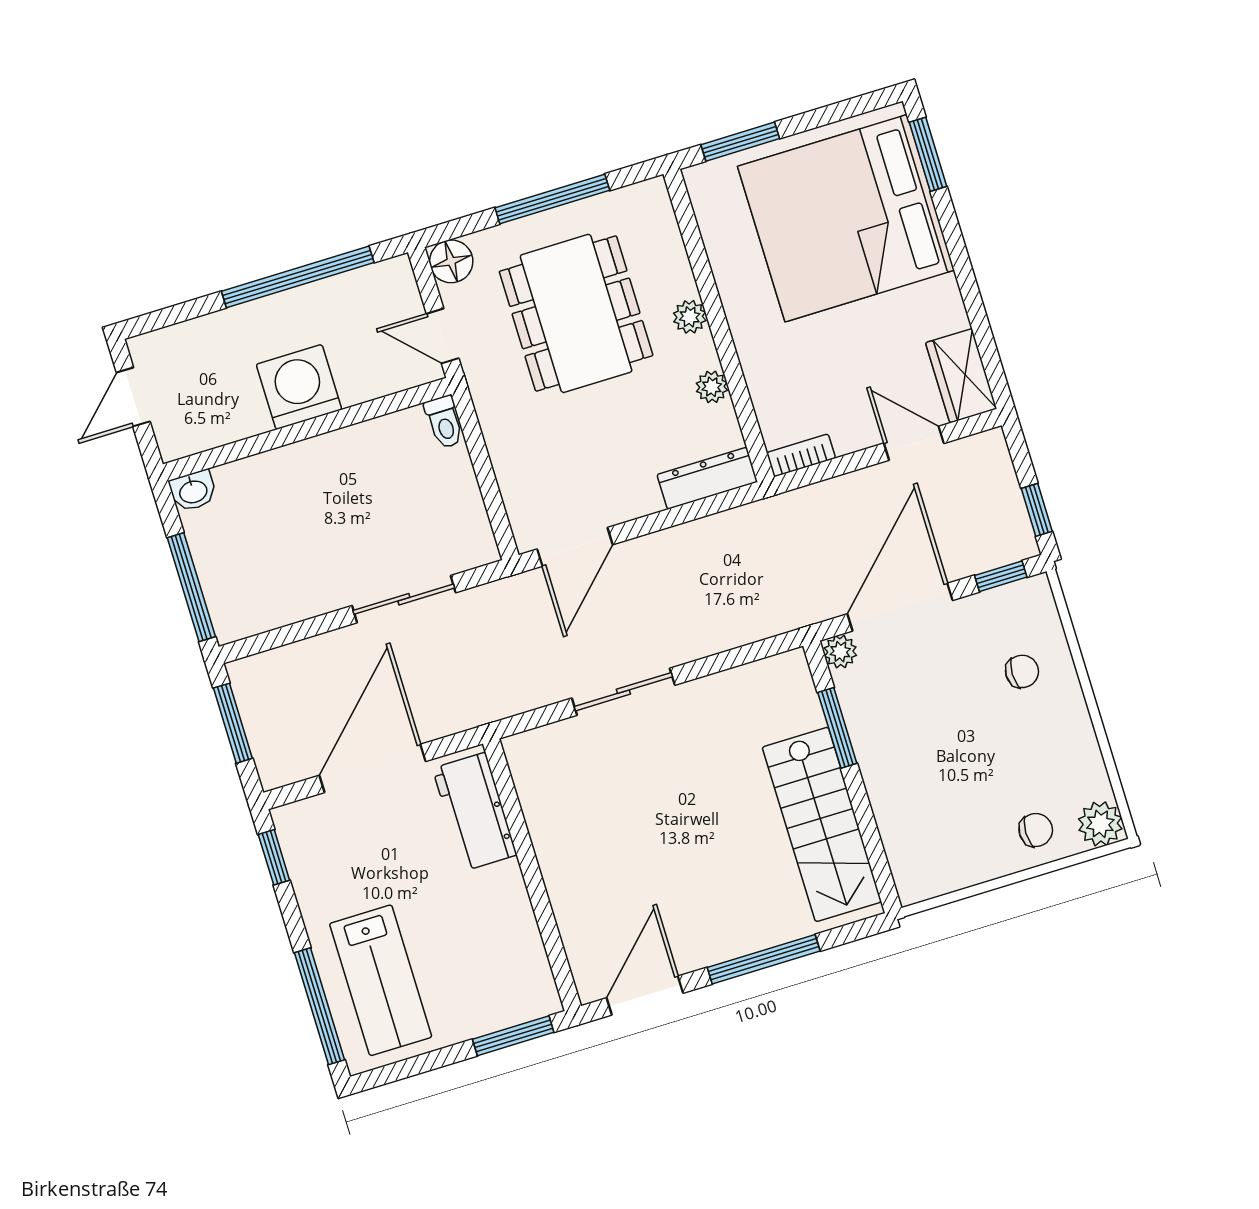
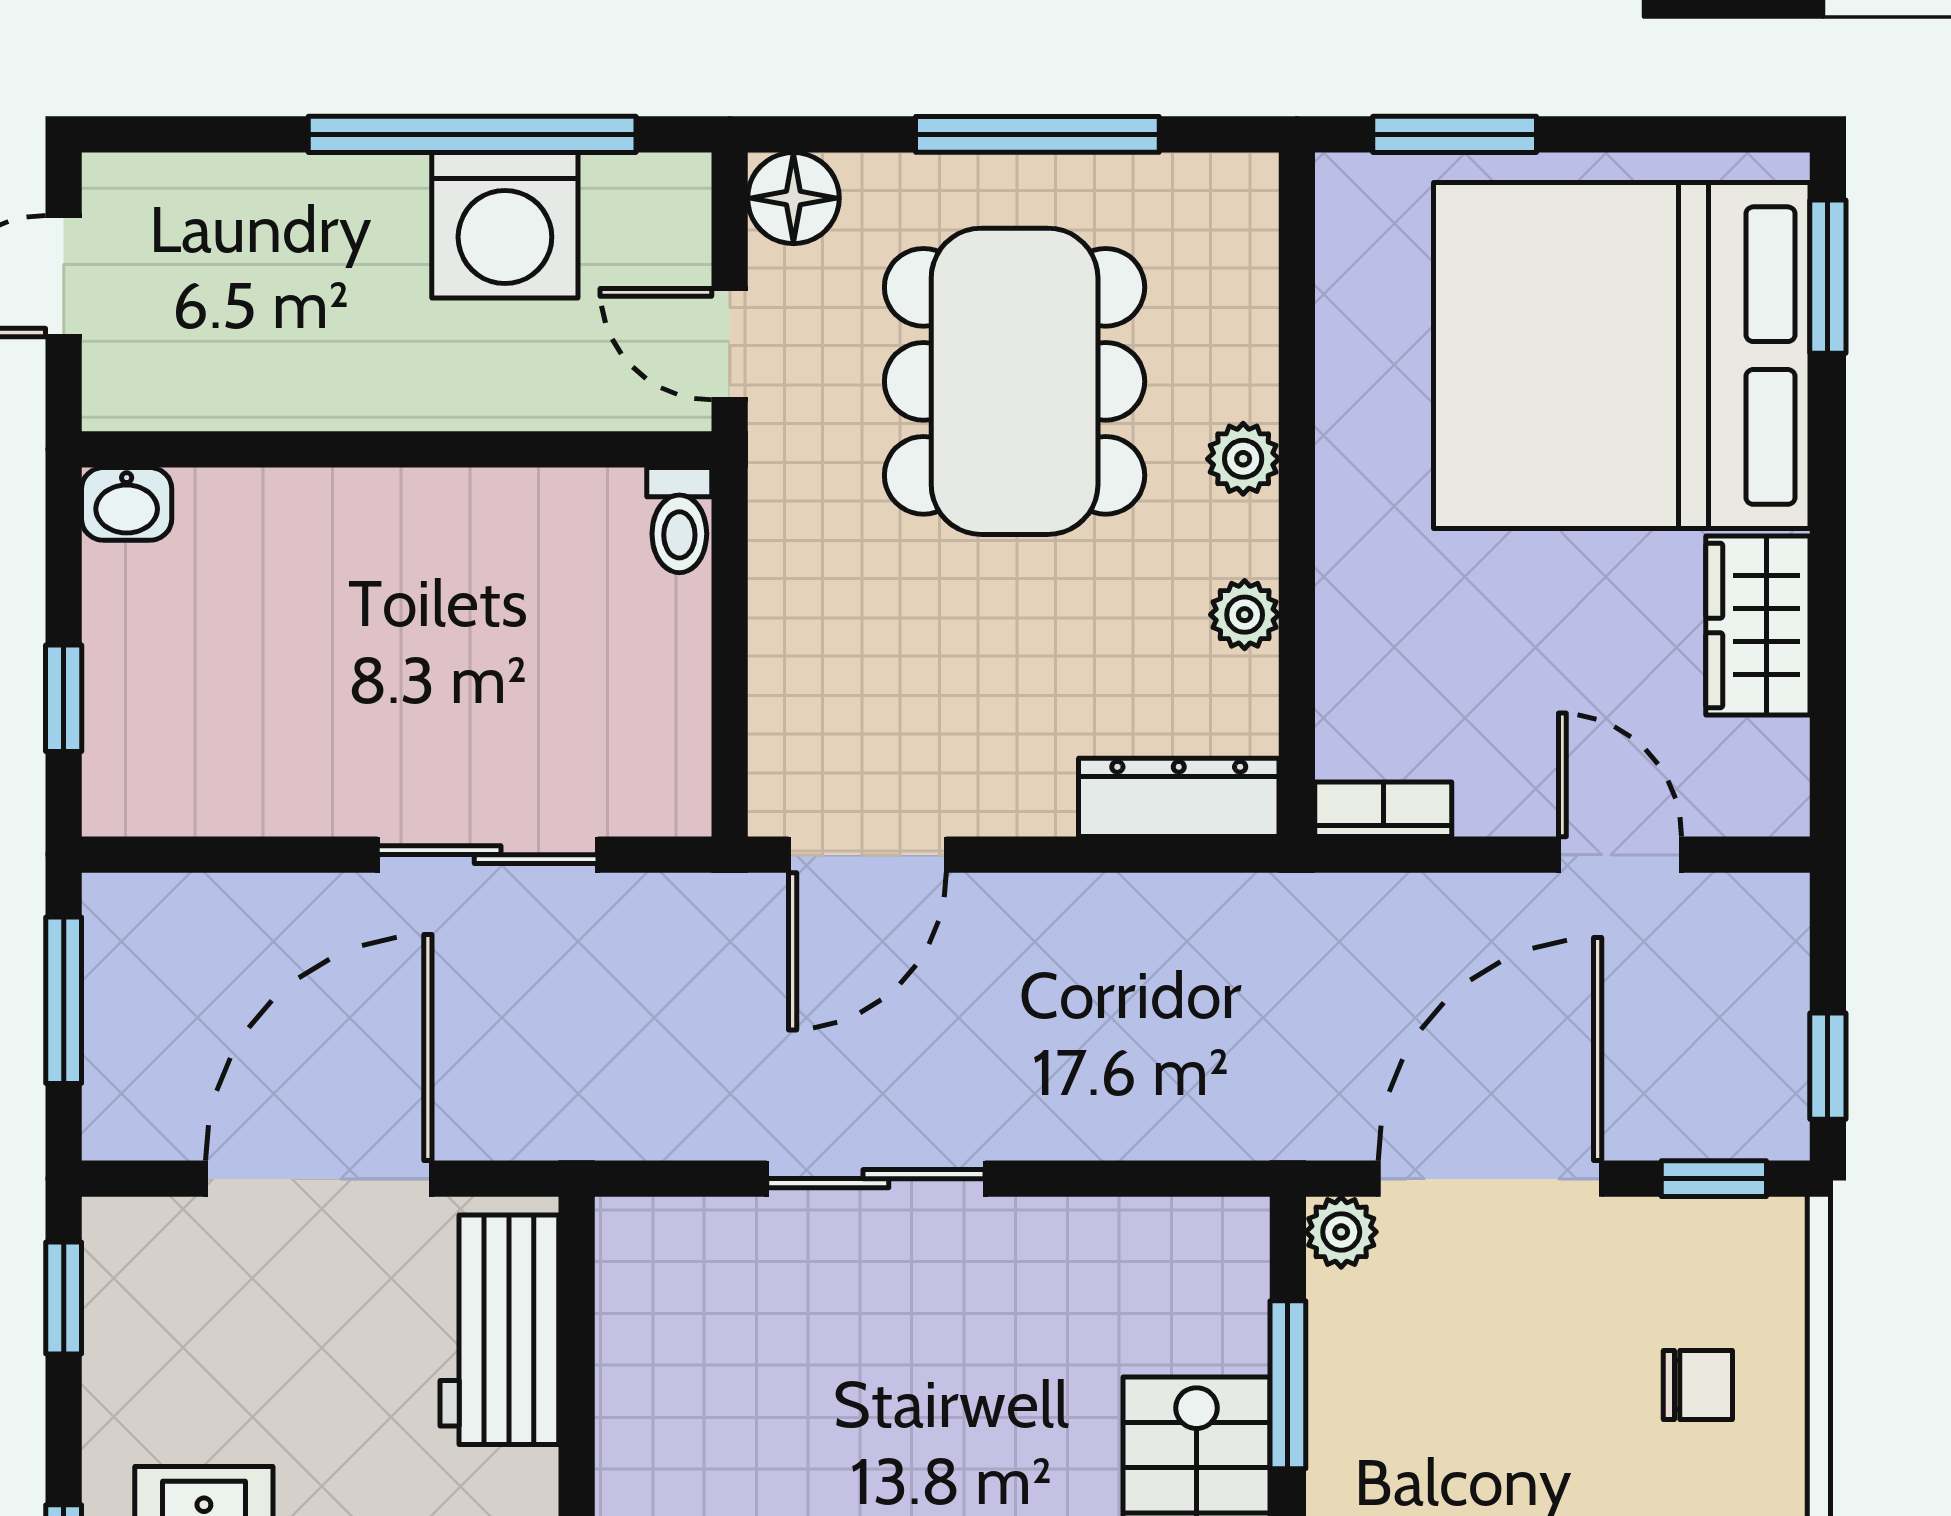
wardrobe: (961, 376) -> (1758, 625), moved
washing machine: (299, 387) -> (505, 225), moved, turned 180
window: (191, 587) -> (64, 698), width x0.46

